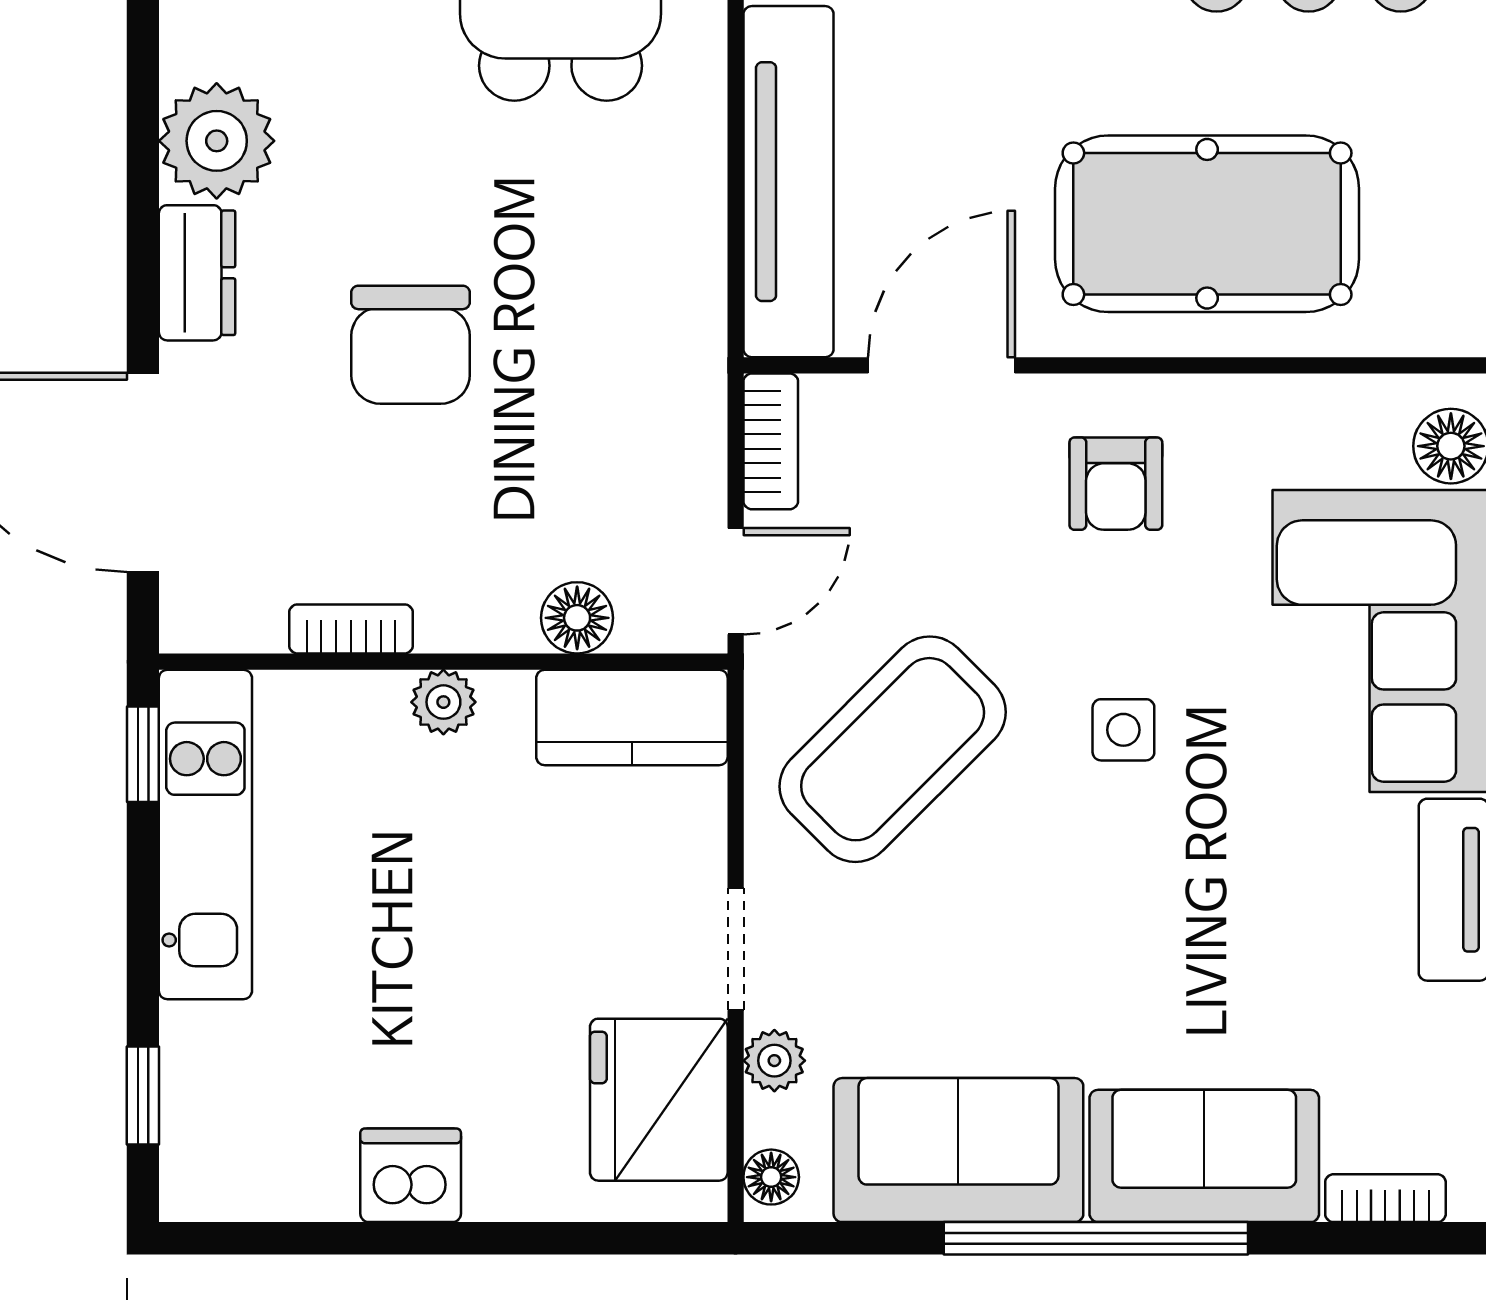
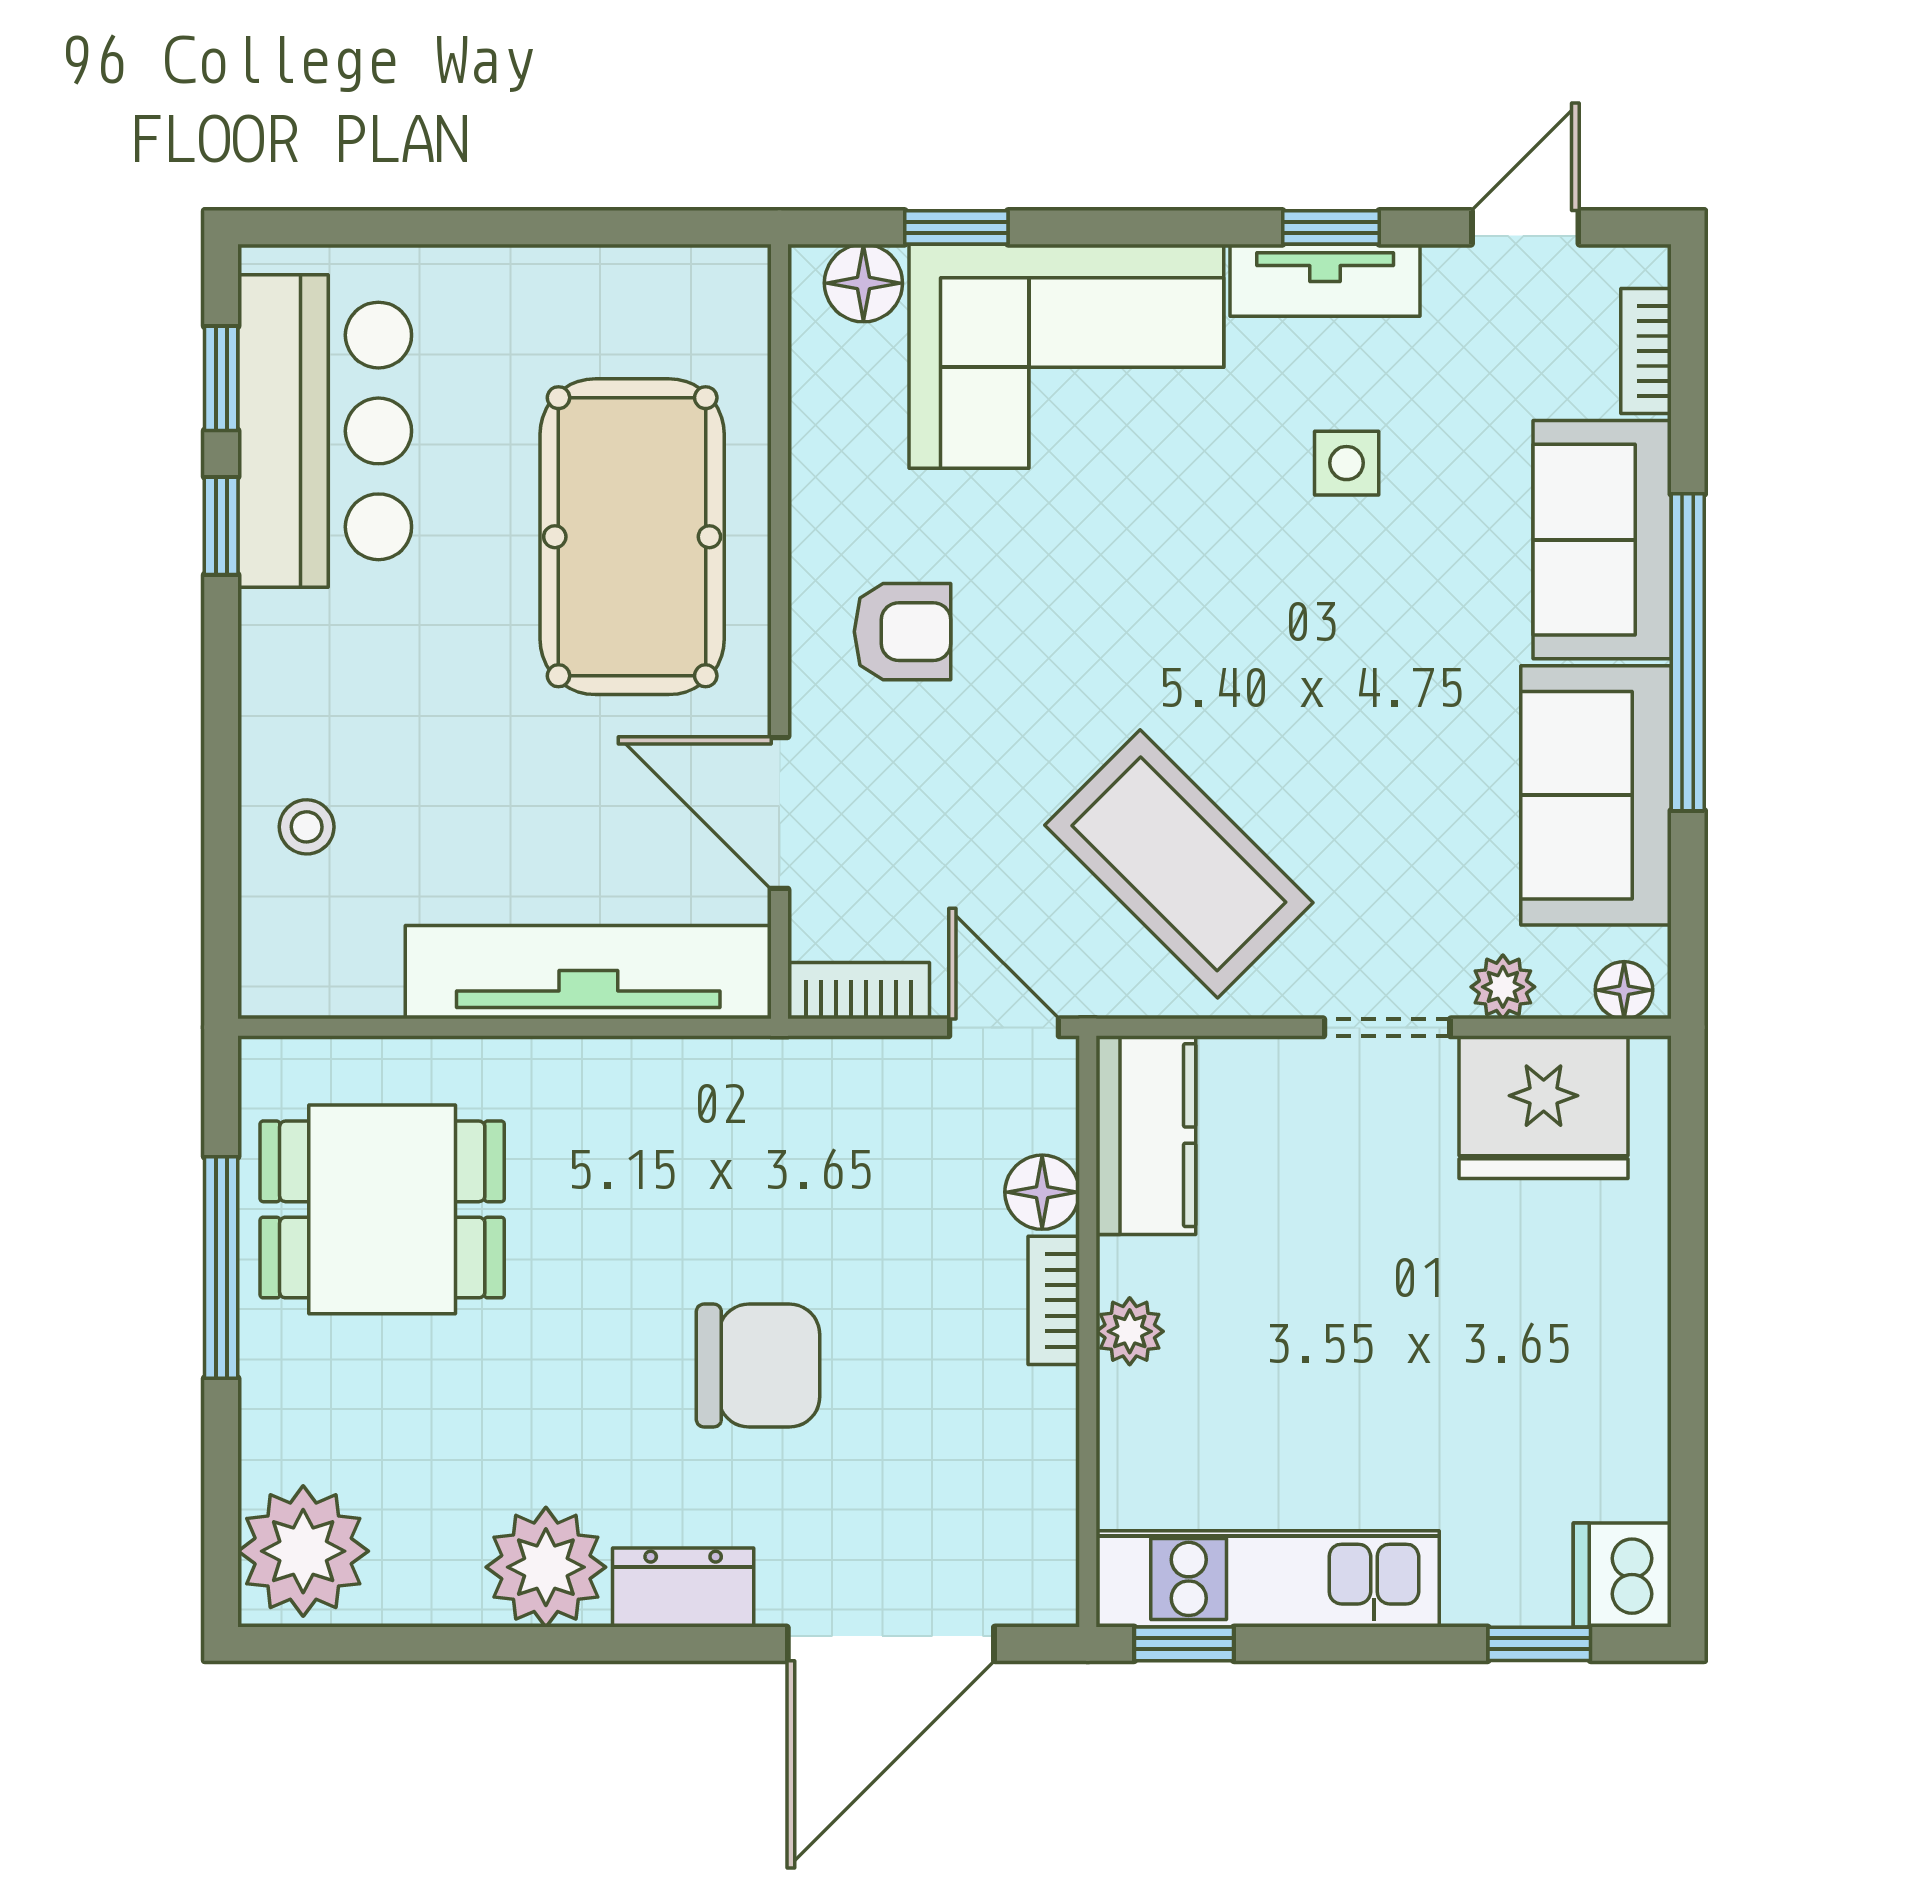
bookcase: (351, 629) -> (1054, 1300), moved
side table: (1123, 730) -> (1347, 463), moved
dishwasher: (411, 1175) -> (1622, 1575), moved

